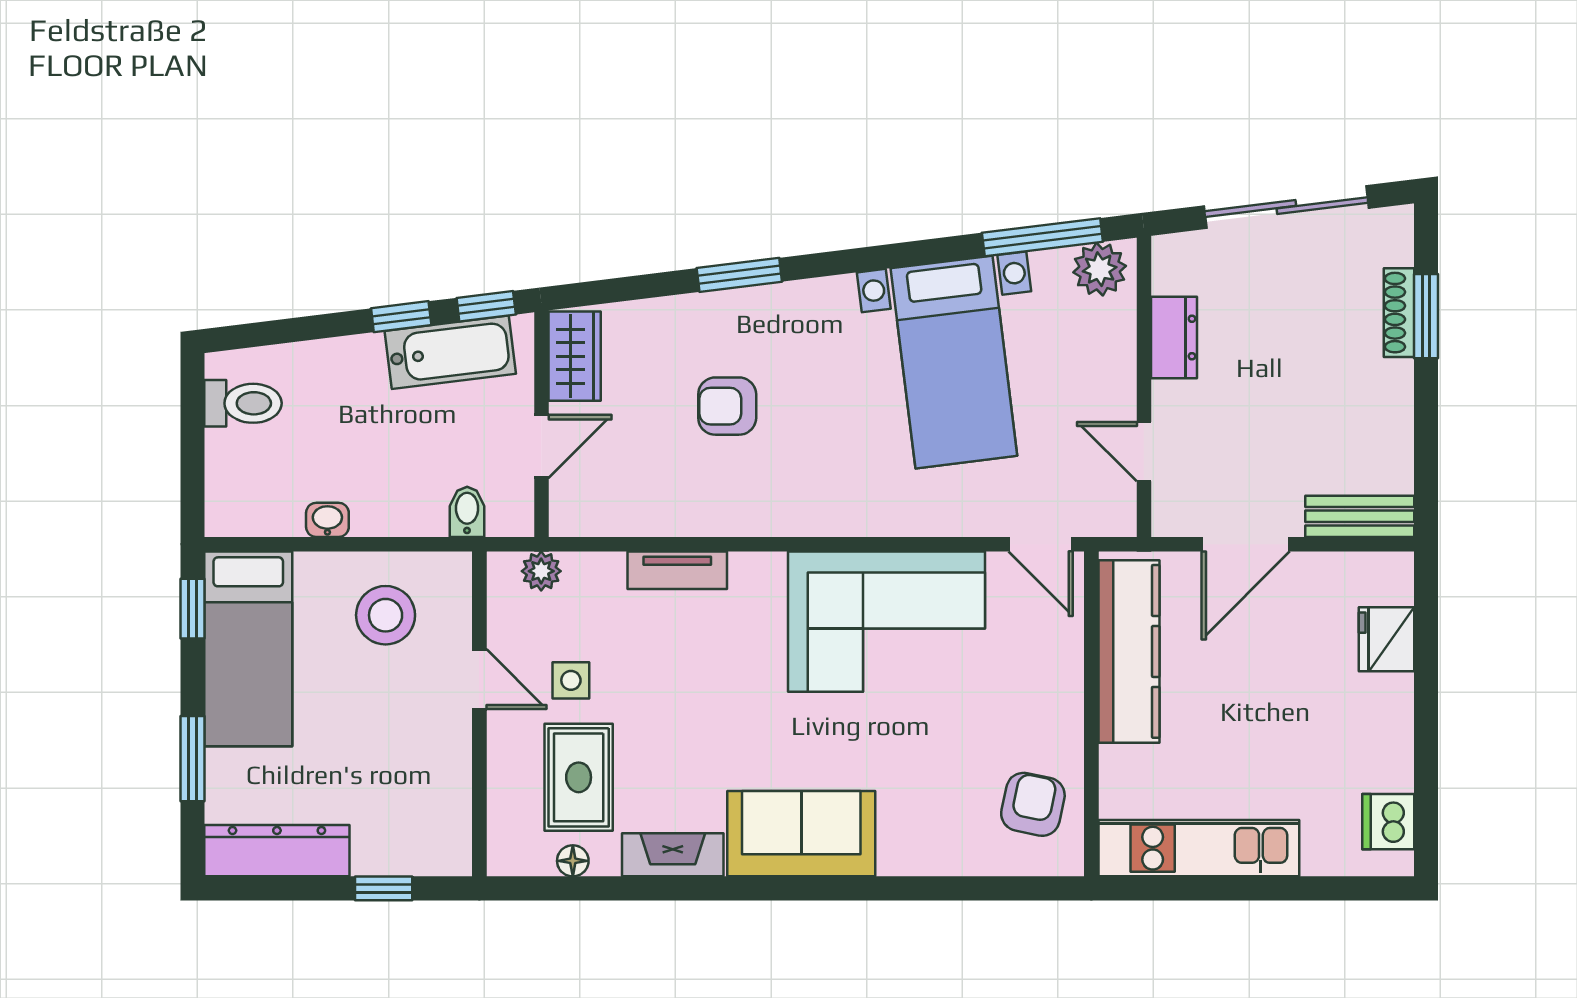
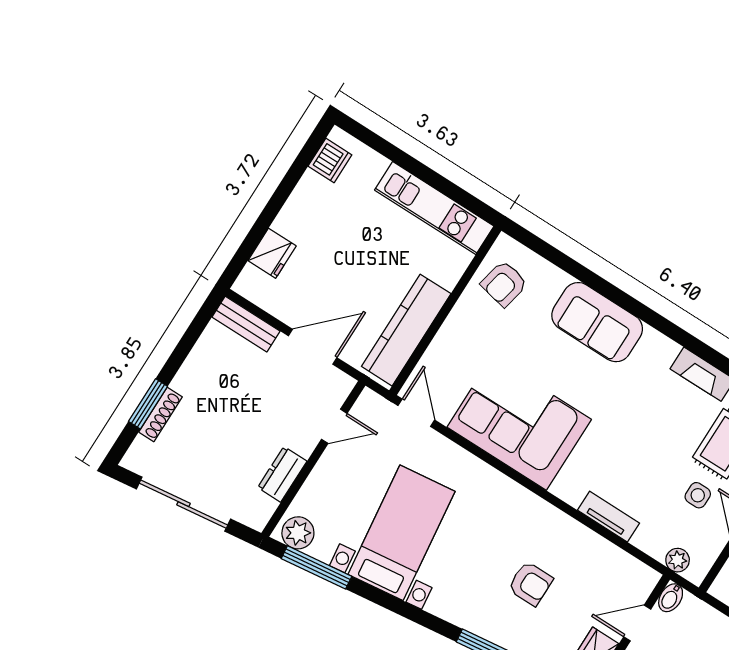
door: (1144, 452) -> (334, 426), hinge flipped
bidet: (467, 512) -> (671, 598), moved
sofa: (801, 834) -> (597, 322), moved

